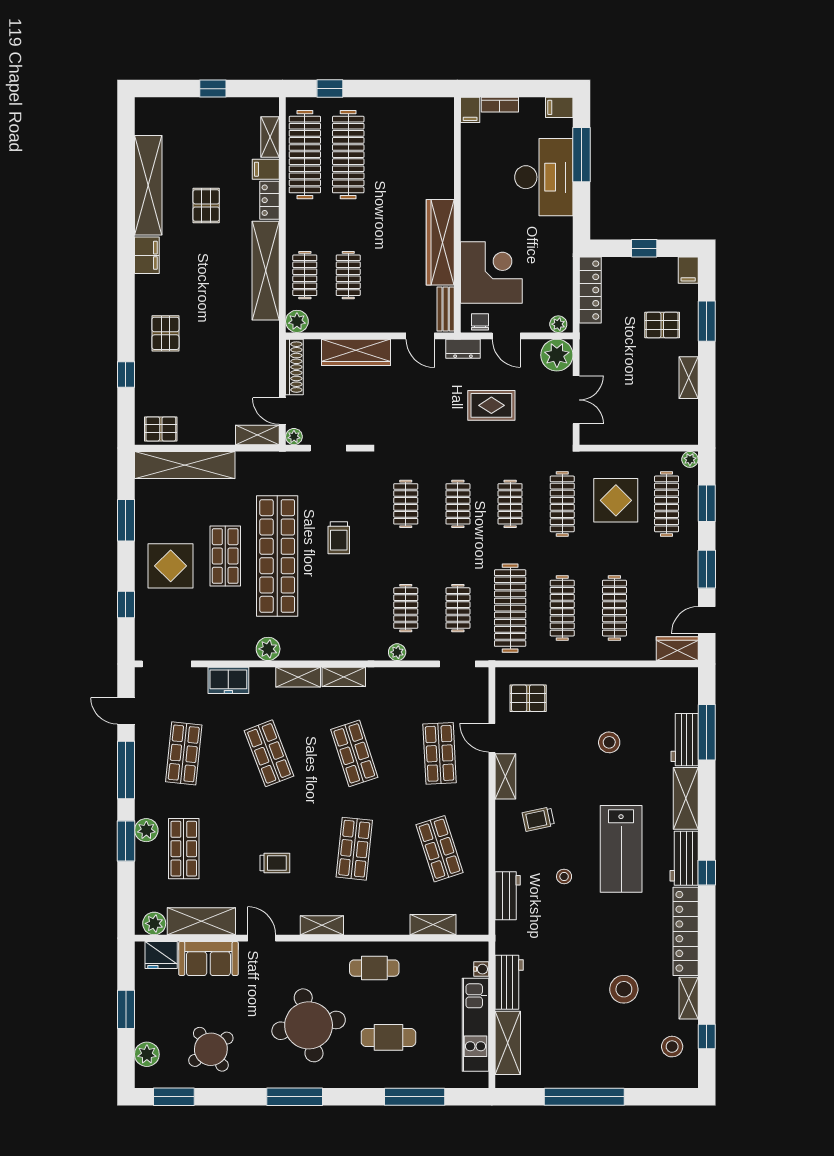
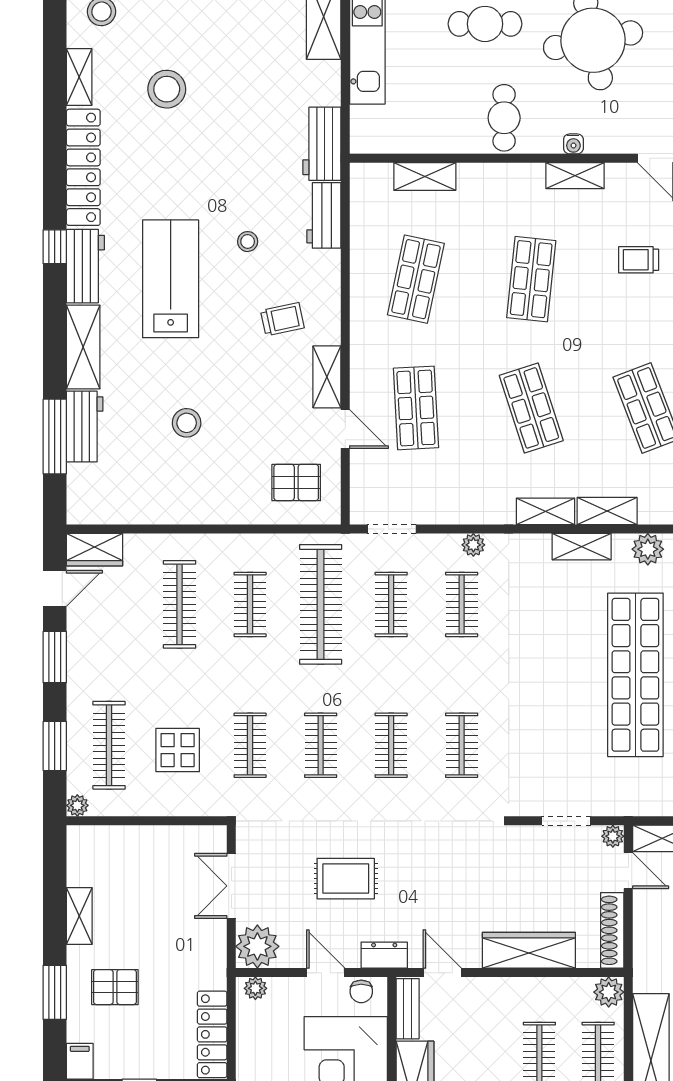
display table: (616, 500) -> (178, 750), width x0.73, depth x0.73
clothes rail: (562, 504) -> (250, 745), width x0.73
trolley: (339, 538) -> (552, 699), removed
clothes rail: (562, 608) -> (250, 604), width x0.73
shelving: (317, 651) -> (582, 547), added
shop shelf: (440, 849) -> (416, 279), turned 30
cafe table: (374, 968) -> (504, 118), turned 90
water cooler: (481, 969) -> (573, 144), moved, turned -90
workbench: (509, 982) -> (322, 144), moved
window: (707, 1037) -> (55, 25), removed

